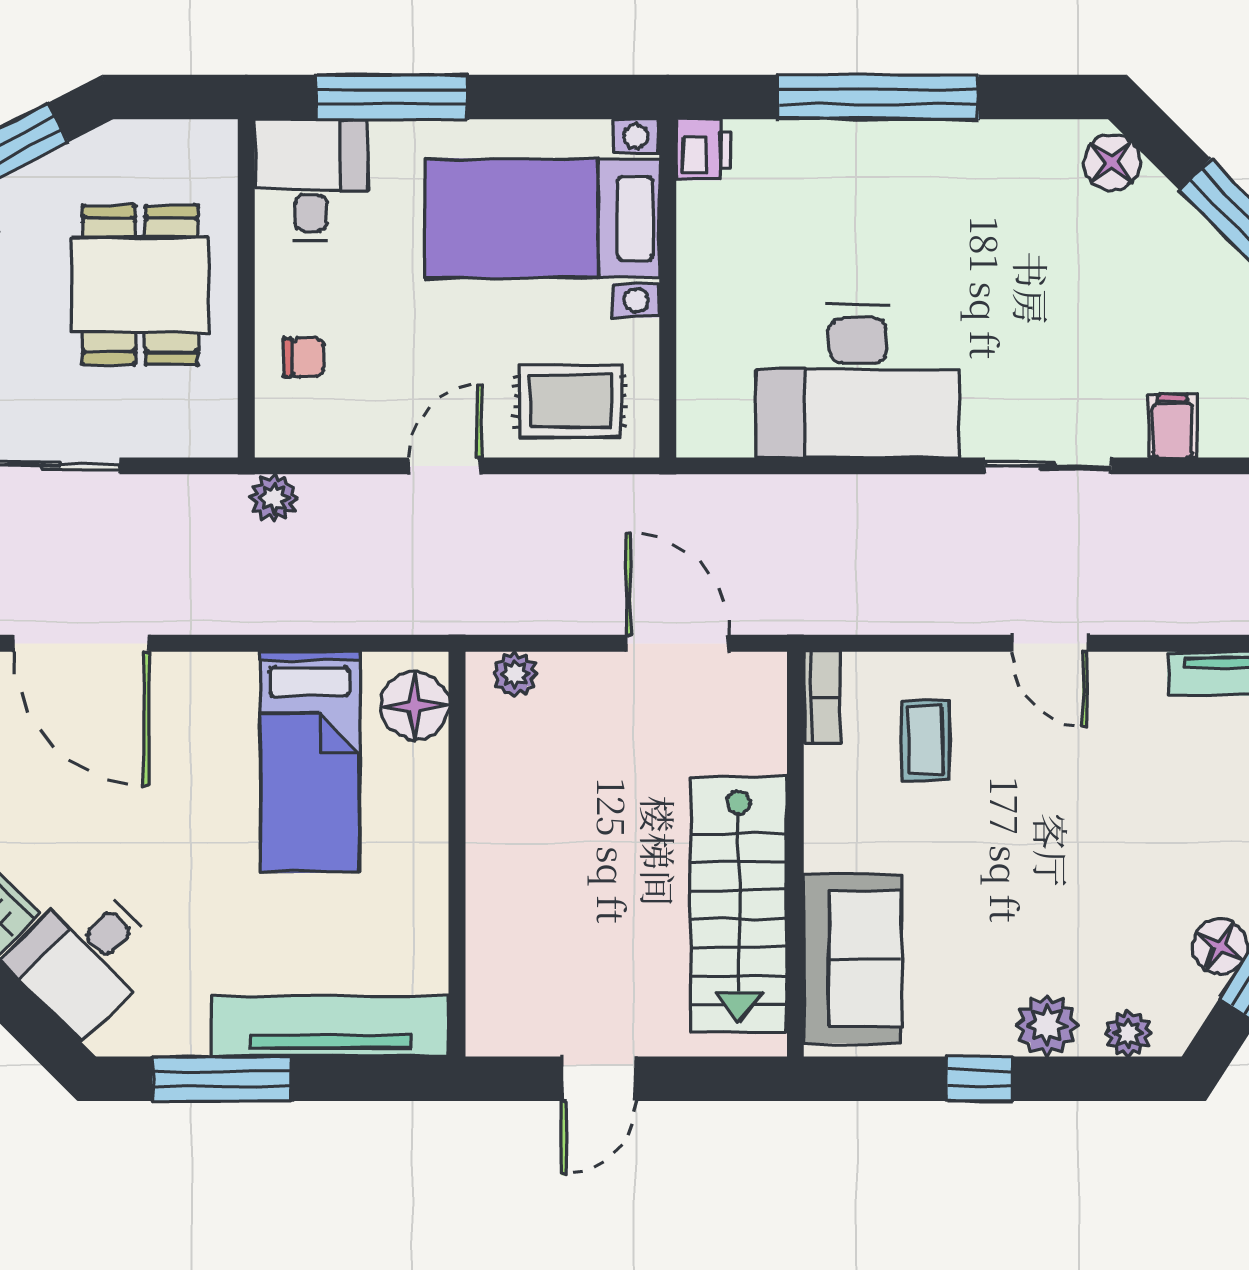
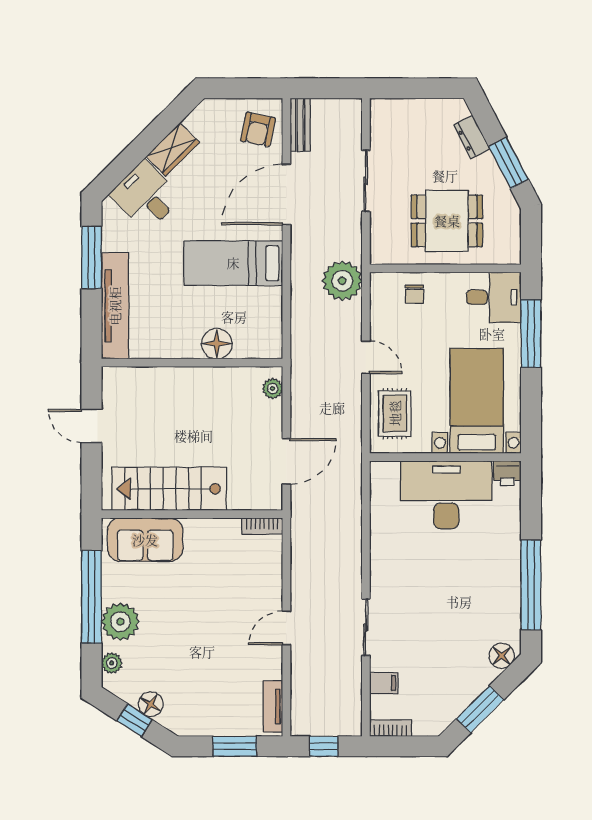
window: (879, 97) -> (531, 585), moved
desk: (858, 381) -> (446, 495), moved, turned 90
plant: (274, 498) -> (342, 281), width x1.88, depth x1.88
floor lamp: (415, 706) -> (217, 344), moved
coffee table: (925, 740) -> (243, 572), removed
bed: (310, 762) -> (233, 263), moved
plant: (1047, 1025) -> (120, 622), width x1.36, depth x1.36
window: (980, 1079) -> (91, 597), width x3.17

